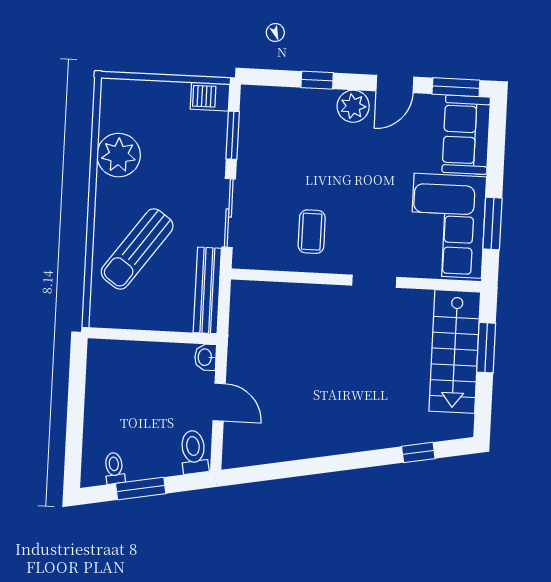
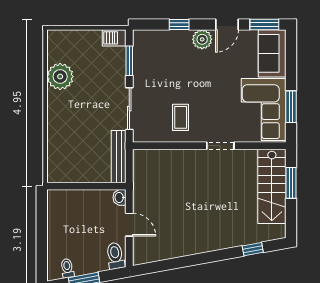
sun lounger: (137, 249) -> (74, 133), removed

